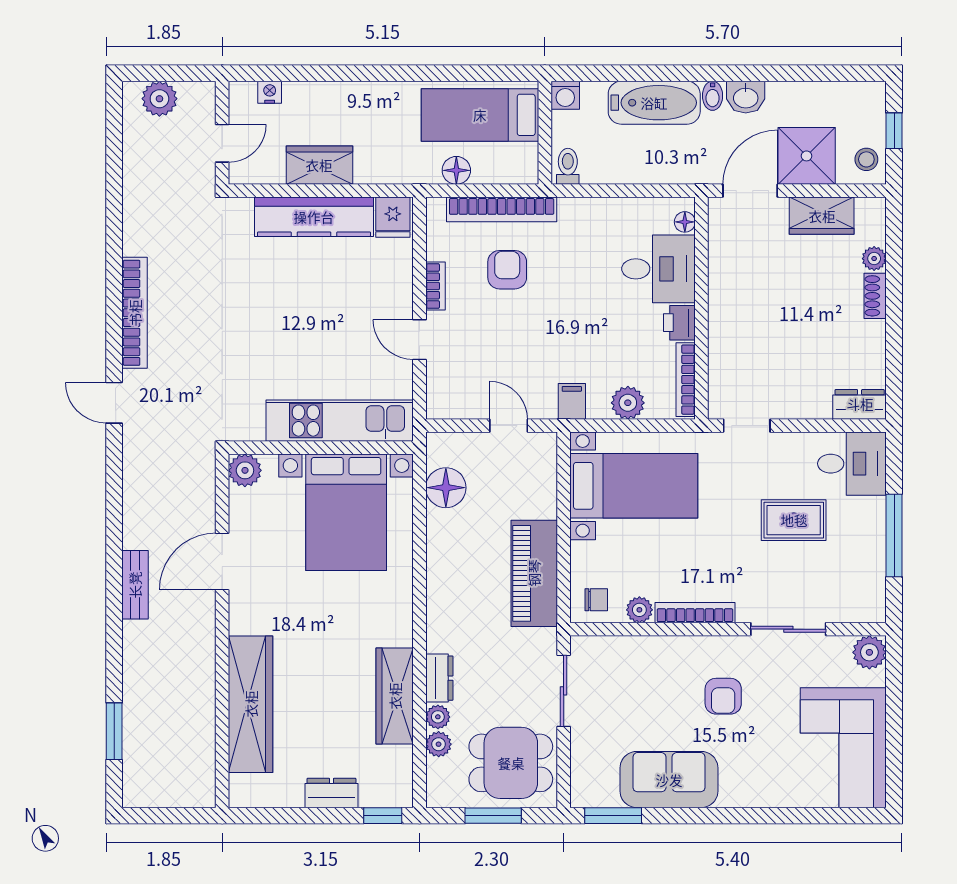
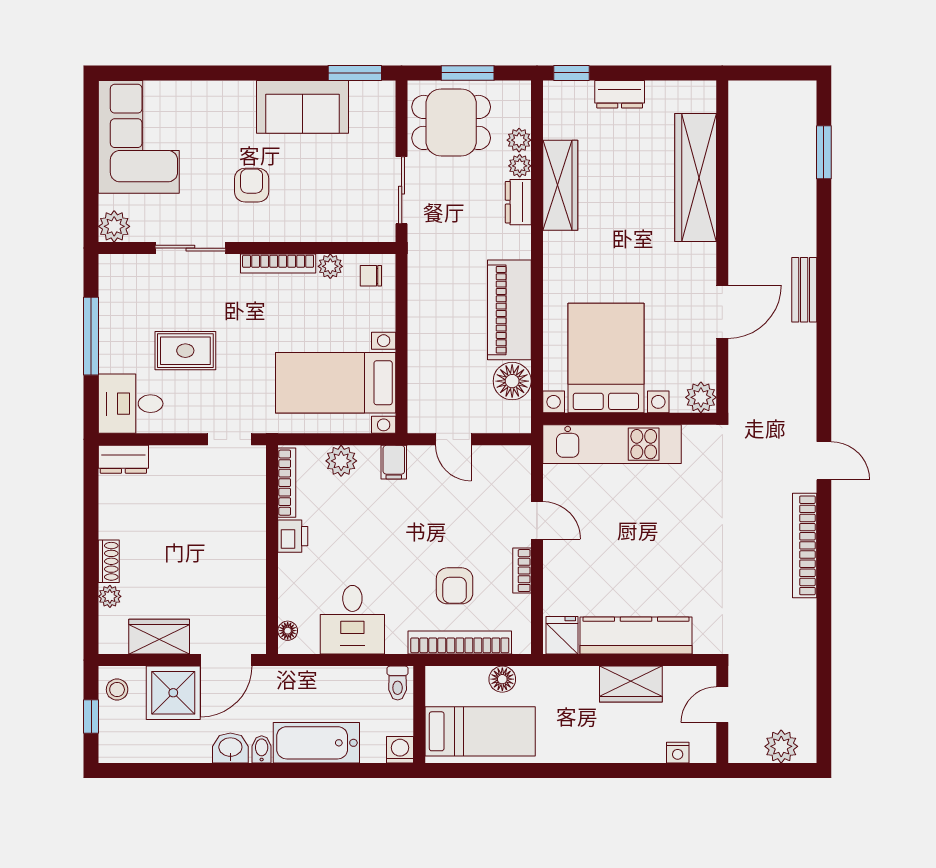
desk: (658, 269) -> (352, 620), moved, turned -90
piano: (534, 573) -> (509, 310), moved, turned 180

